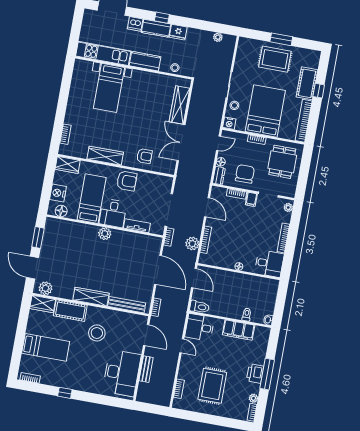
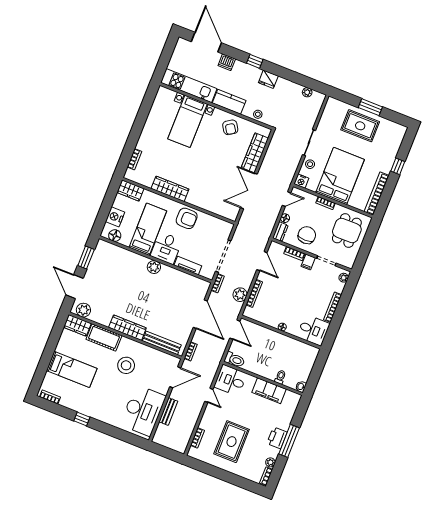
kitchen counter: (156, 28) -> (247, 71), removed
cot: (307, 83) -> (387, 157), removed
armchair: (144, 156) -> (230, 127), moved, turned 57
door: (146, 335) -> (175, 377), hinge flipped

